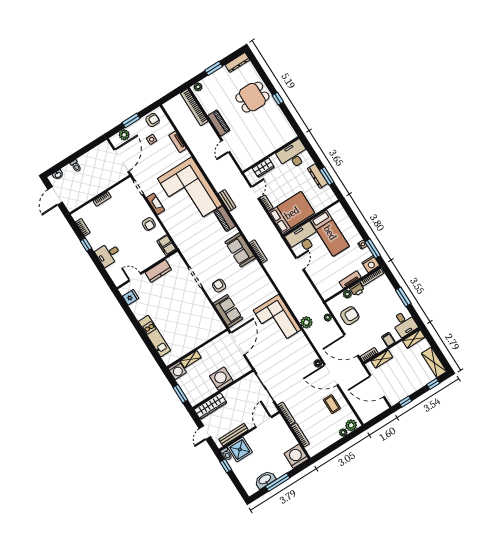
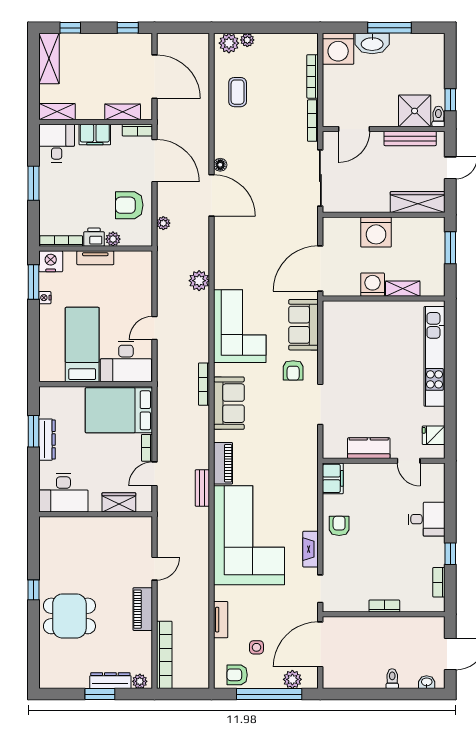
dresser: (237, 62) -> (110, 681), moved
window: (131, 120) -> (269, 694), width x2.11
corner sofa: (277, 320) -> (240, 326), moved
plant: (306, 322) -> (199, 281), moved
kitchen unit: (154, 336) -> (434, 356), width x1.36
filing cabinet: (388, 339) -> (95, 135), width x2.00
washing machine: (177, 371) -> (373, 285), moved
door: (331, 375) -> (212, 195), moved
washbasin: (265, 480) -> (372, 43), moved

